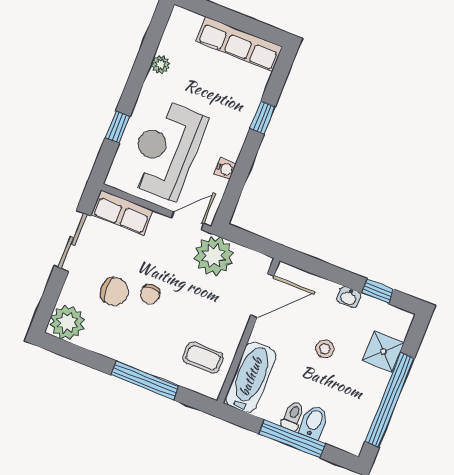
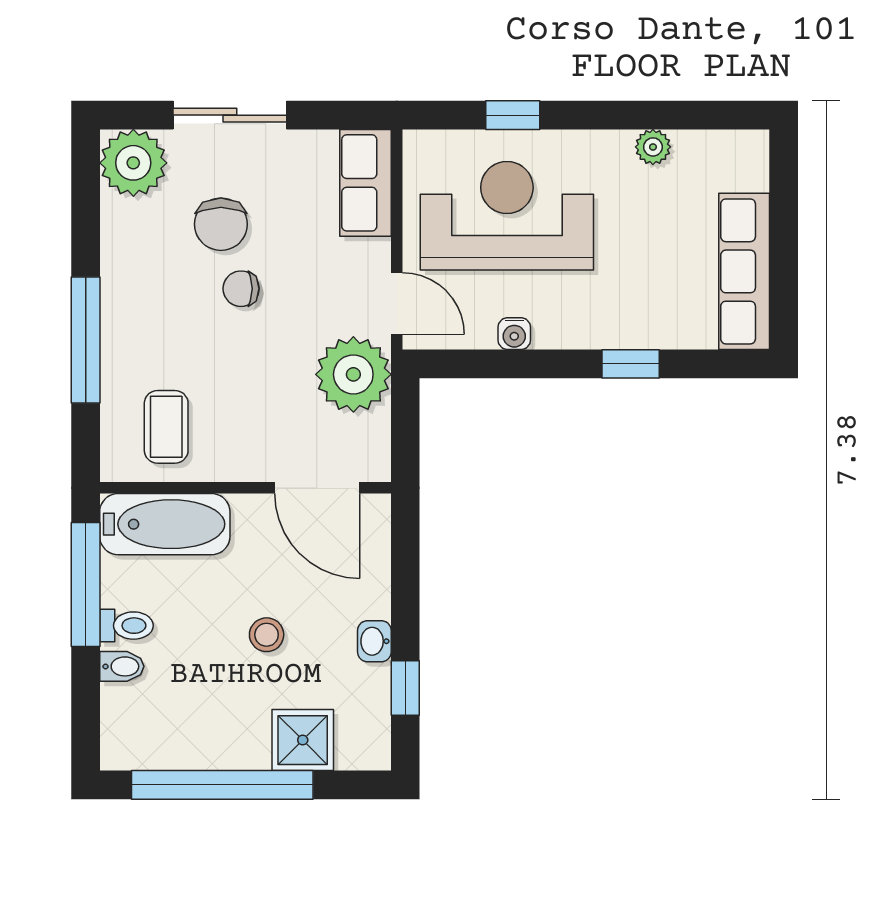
sliding door: (72, 241) -> (230, 115), moved
bidet: (314, 422) -> (122, 666), width x0.72, depth x0.74
window: (292, 439) -> (86, 585), moved

